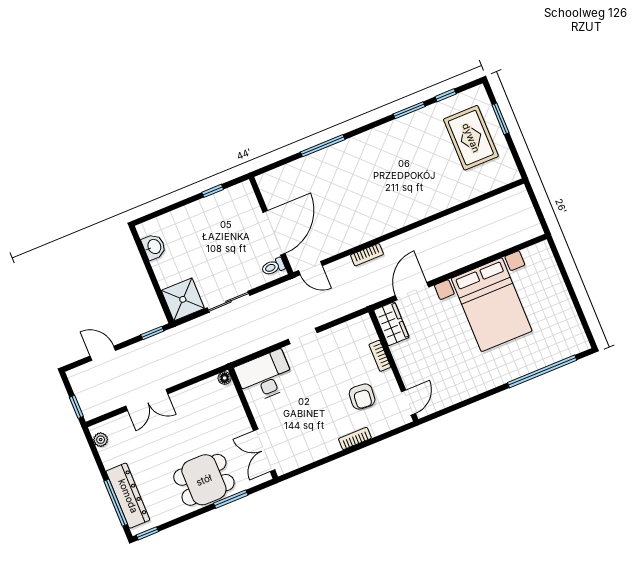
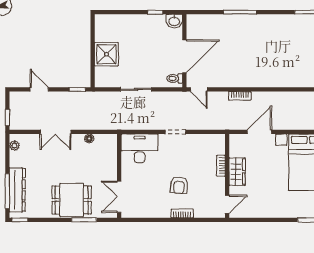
washbasin: (154, 247) -> (174, 21), moved, turned 90
shower: (183, 299) -> (106, 54), moved
wardrobe: (391, 324) -> (237, 172), moved
floor lamp: (225, 378) -> (89, 139), moved
armchair: (362, 396) -> (179, 185), moved

